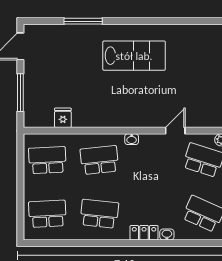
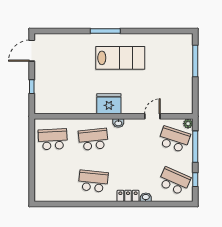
window: (83, 21) -> (105, 31), moved
window: (20, 93) -> (32, 87), width x0.46
fridge: (63, 118) -> (109, 104), moved, width x1.88, depth x1.34
school desk: (47, 214) -> (53, 181), removed

